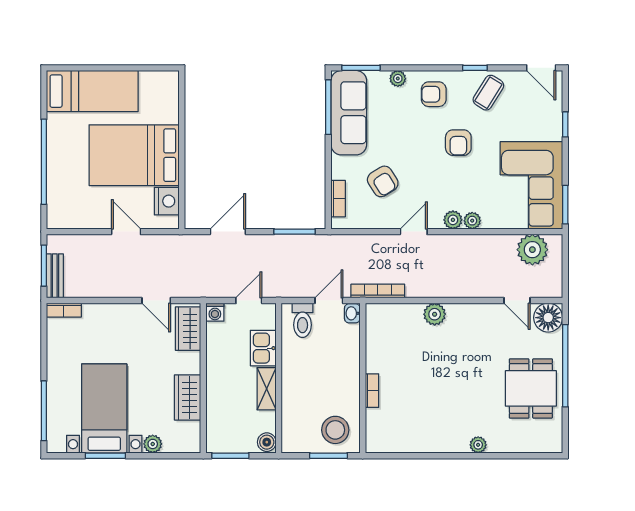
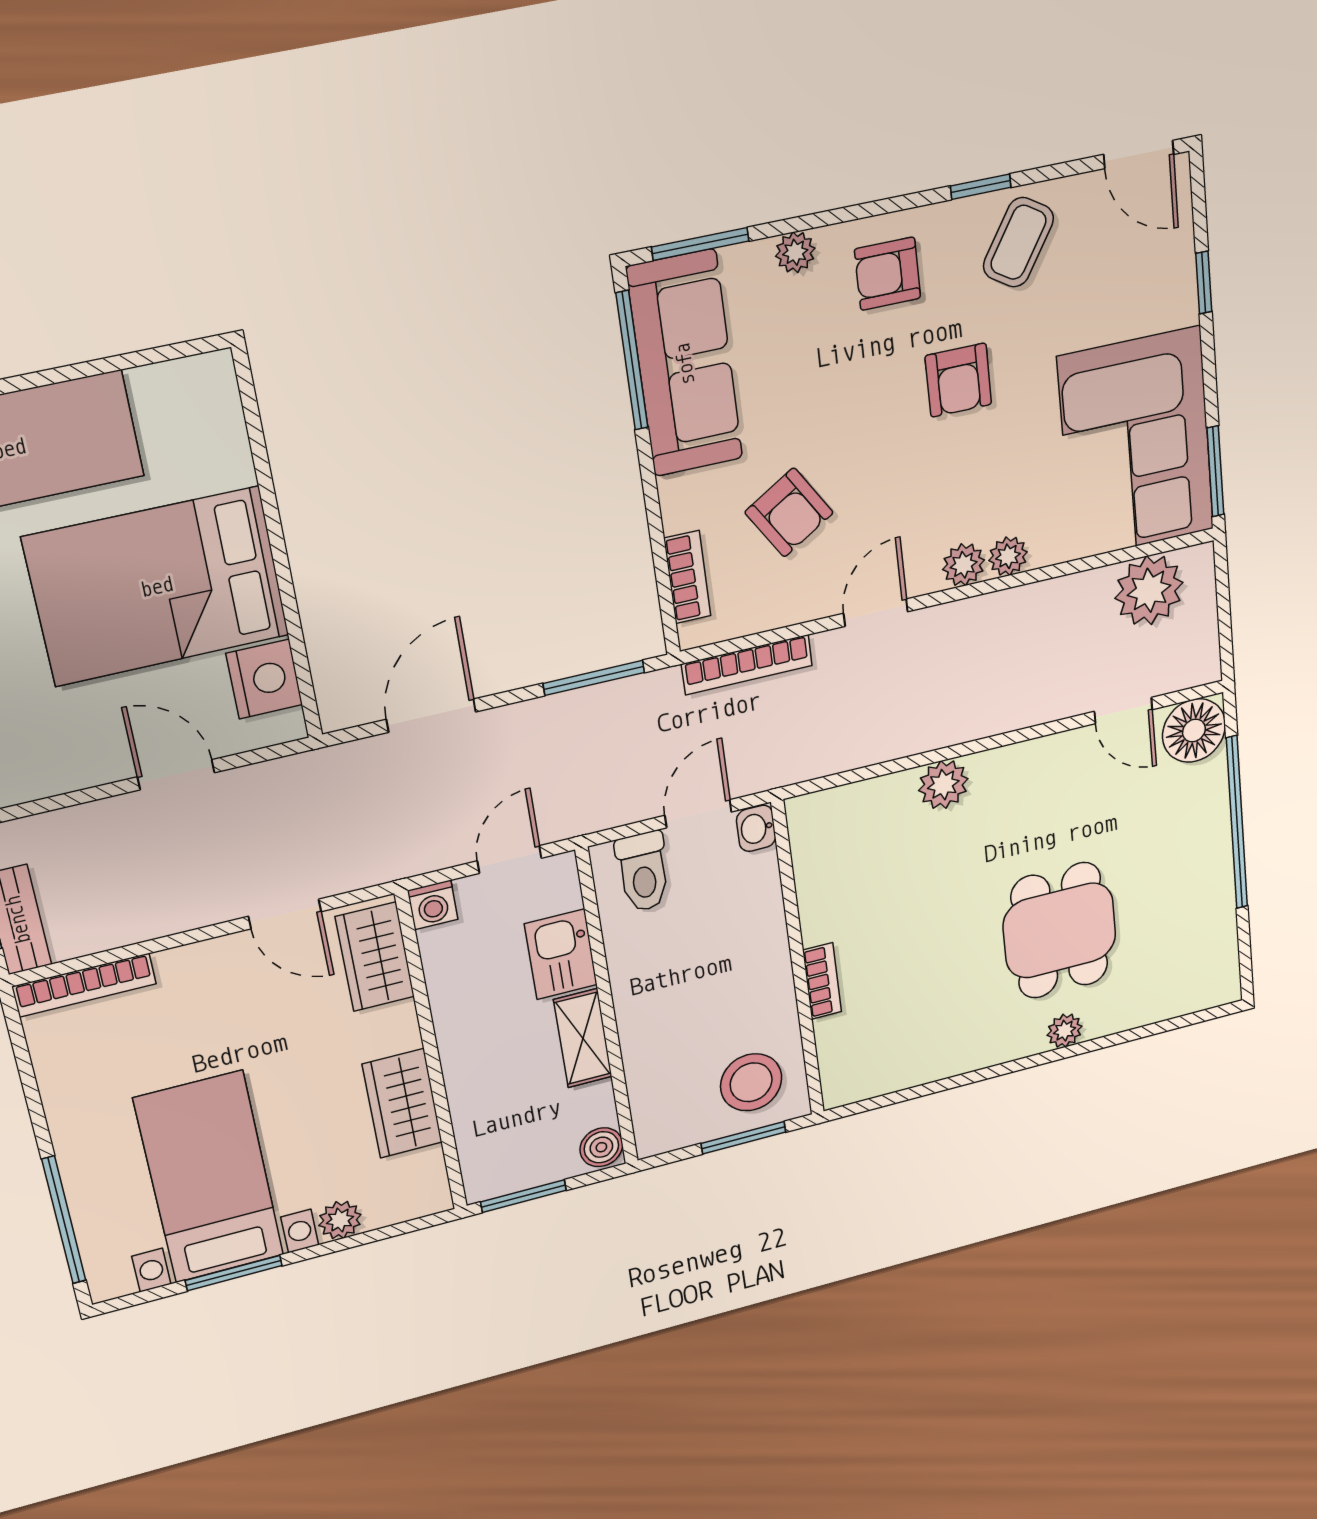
bookcase: (378, 291) -> (747, 665), moved, turned 180
bookcase: (64, 310) -> (84, 985), width x1.56
dining table: (531, 388) -> (1059, 930), moved

